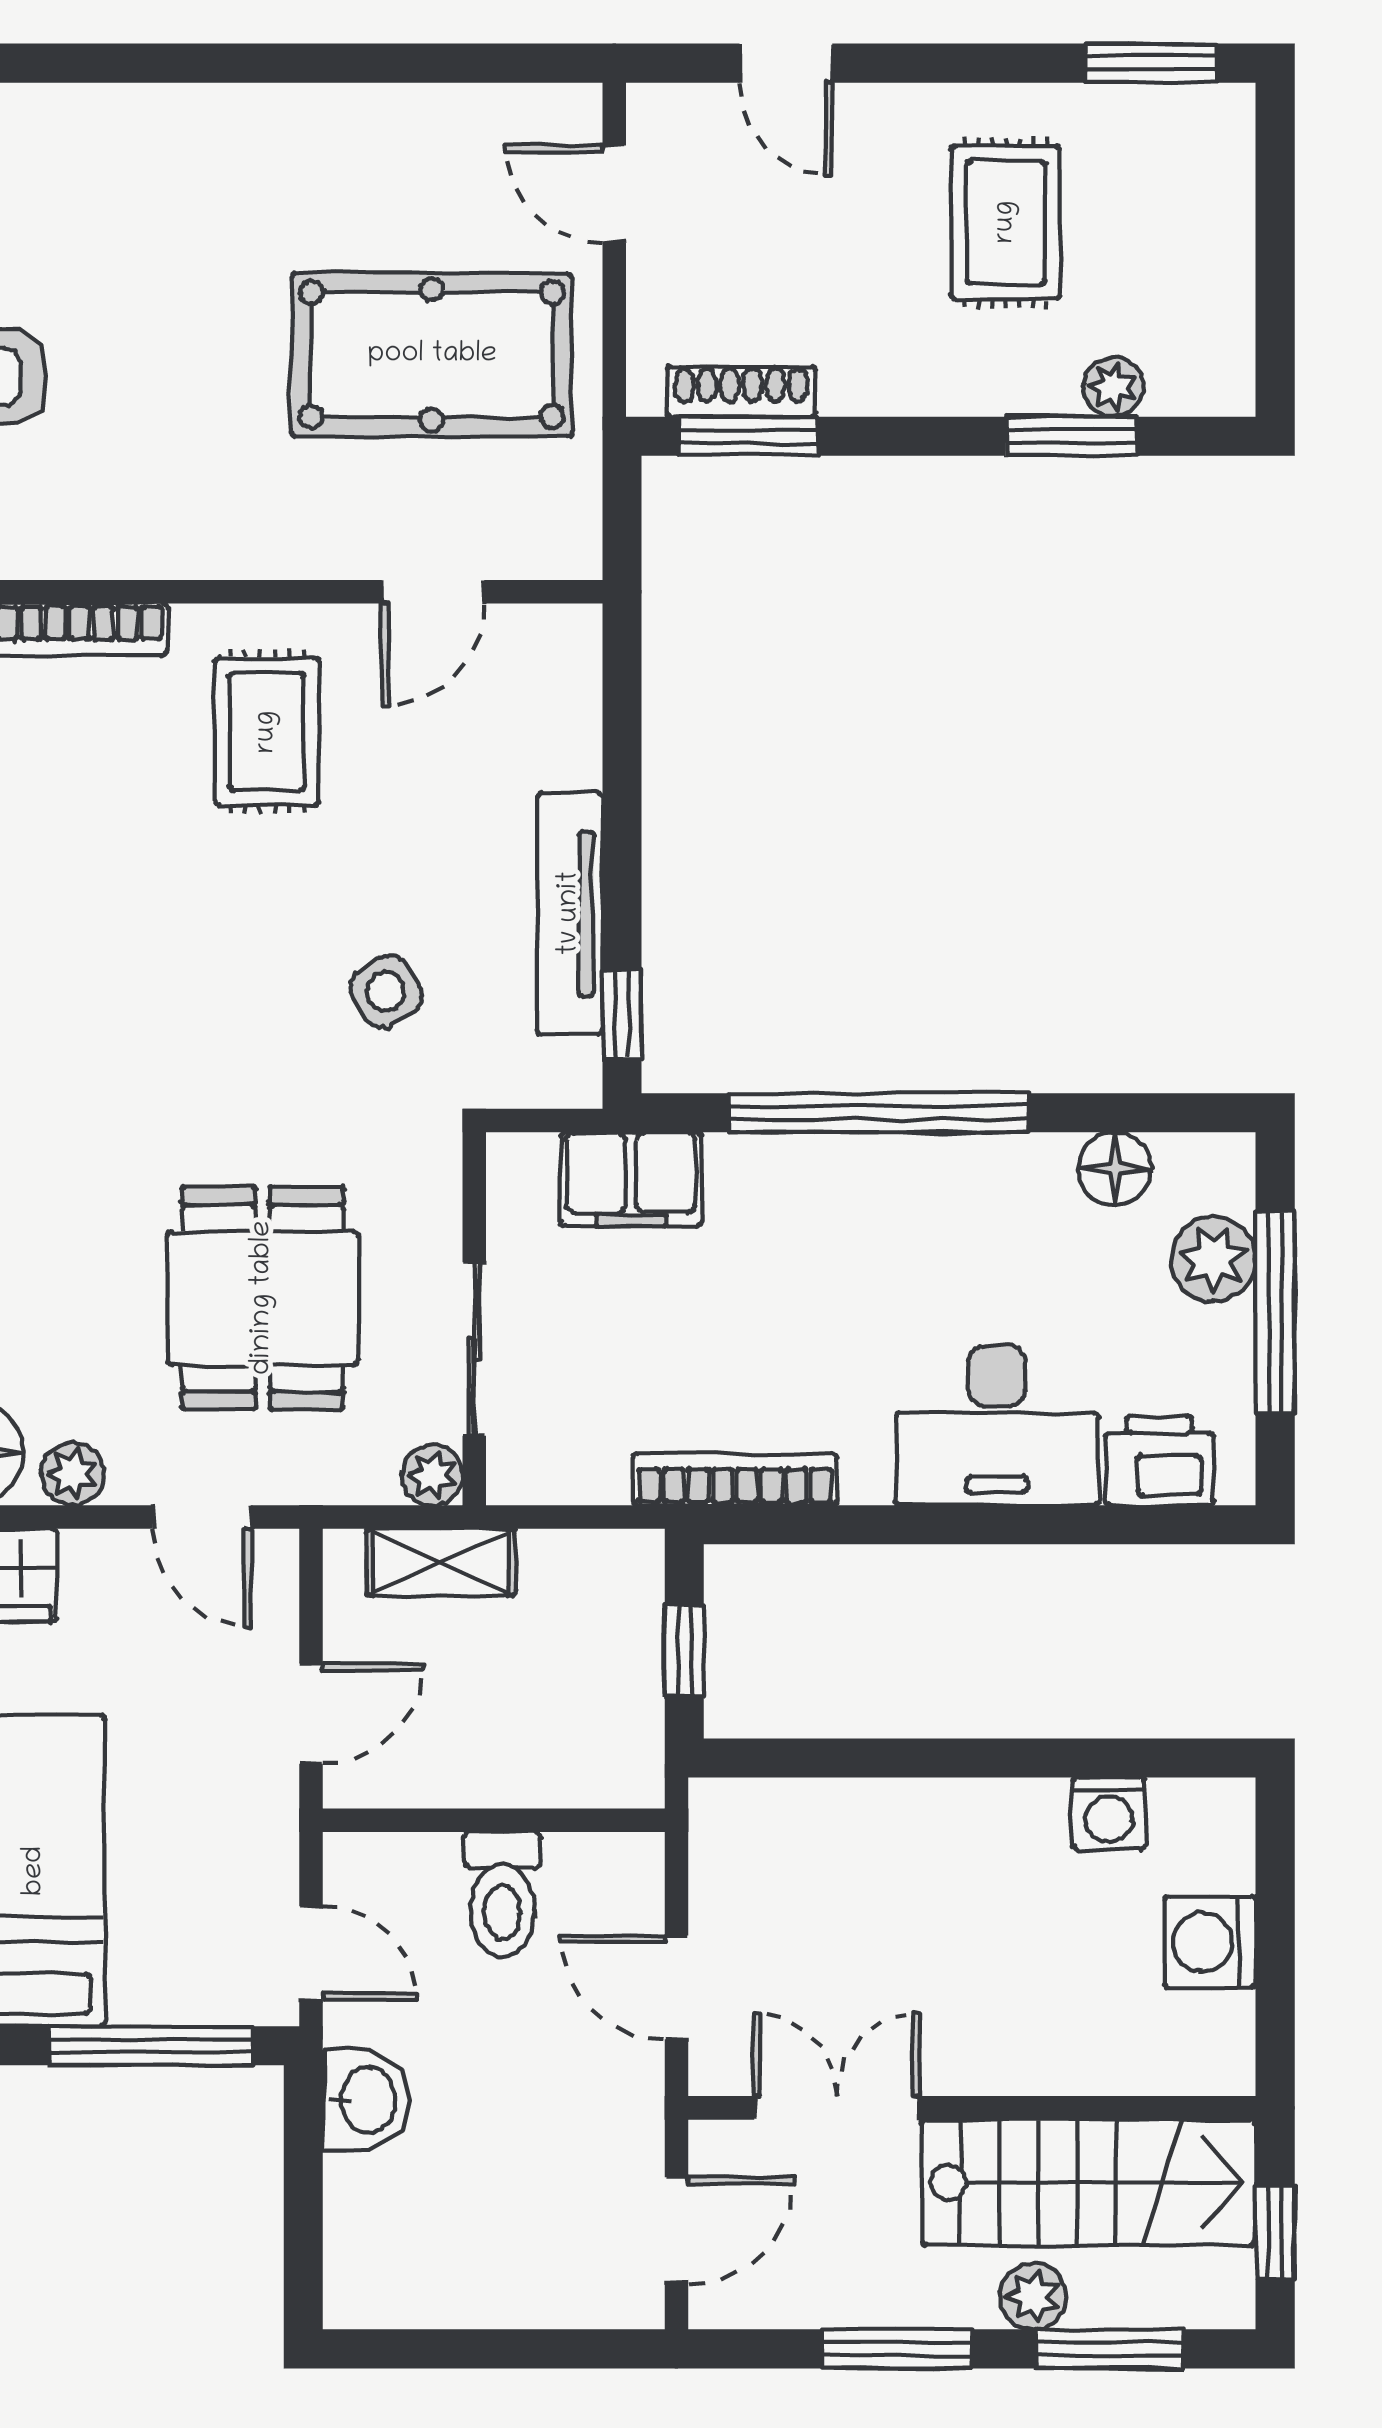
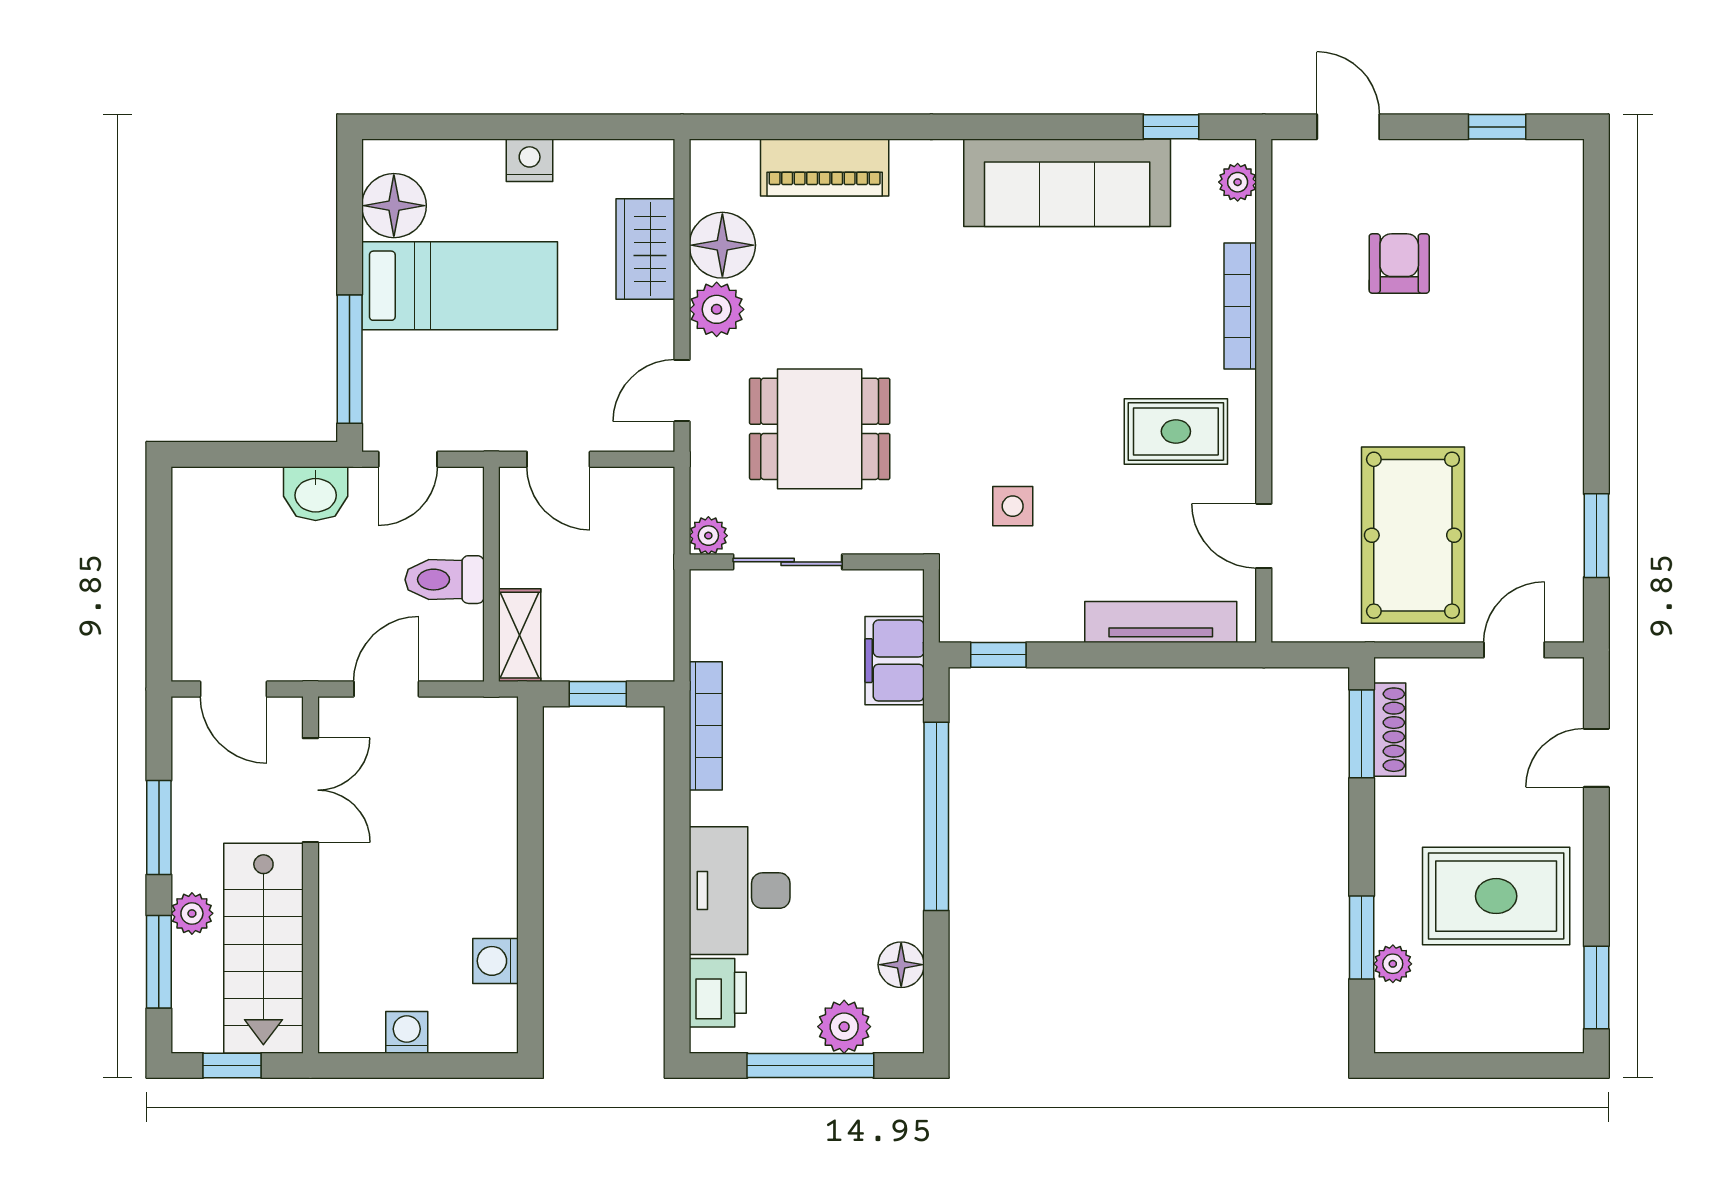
window: (432, 63) -> (1596, 536), added
rug: (1006, 222) -> (1496, 896), width x1.36, depth x1.43
tv unit: (570, 913) -> (1161, 622), moved
side table: (386, 991) -> (1013, 506), turned 34
plant: (73, 1474) -> (717, 309), width x1.38, depth x1.38
shelving: (441, 1562) -> (520, 635), moved
washing machine: (1210, 1942) -> (407, 1032), width x0.73, depth x0.73

